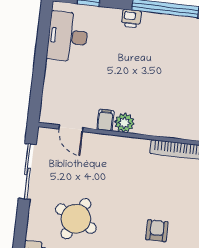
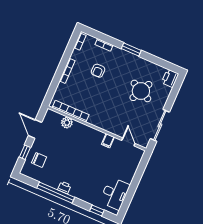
printer: (131, 18) -> (64, 188), moved
plant: (124, 123) -> (67, 123), moved

